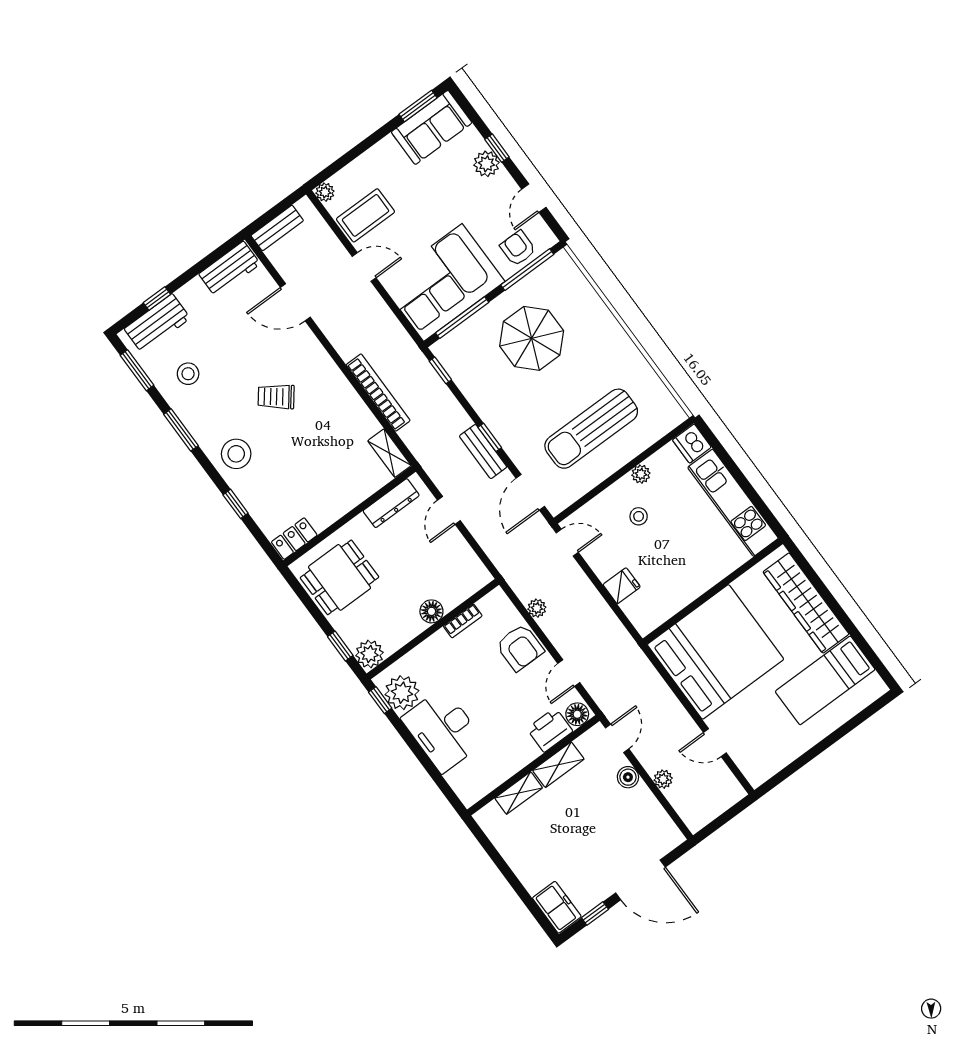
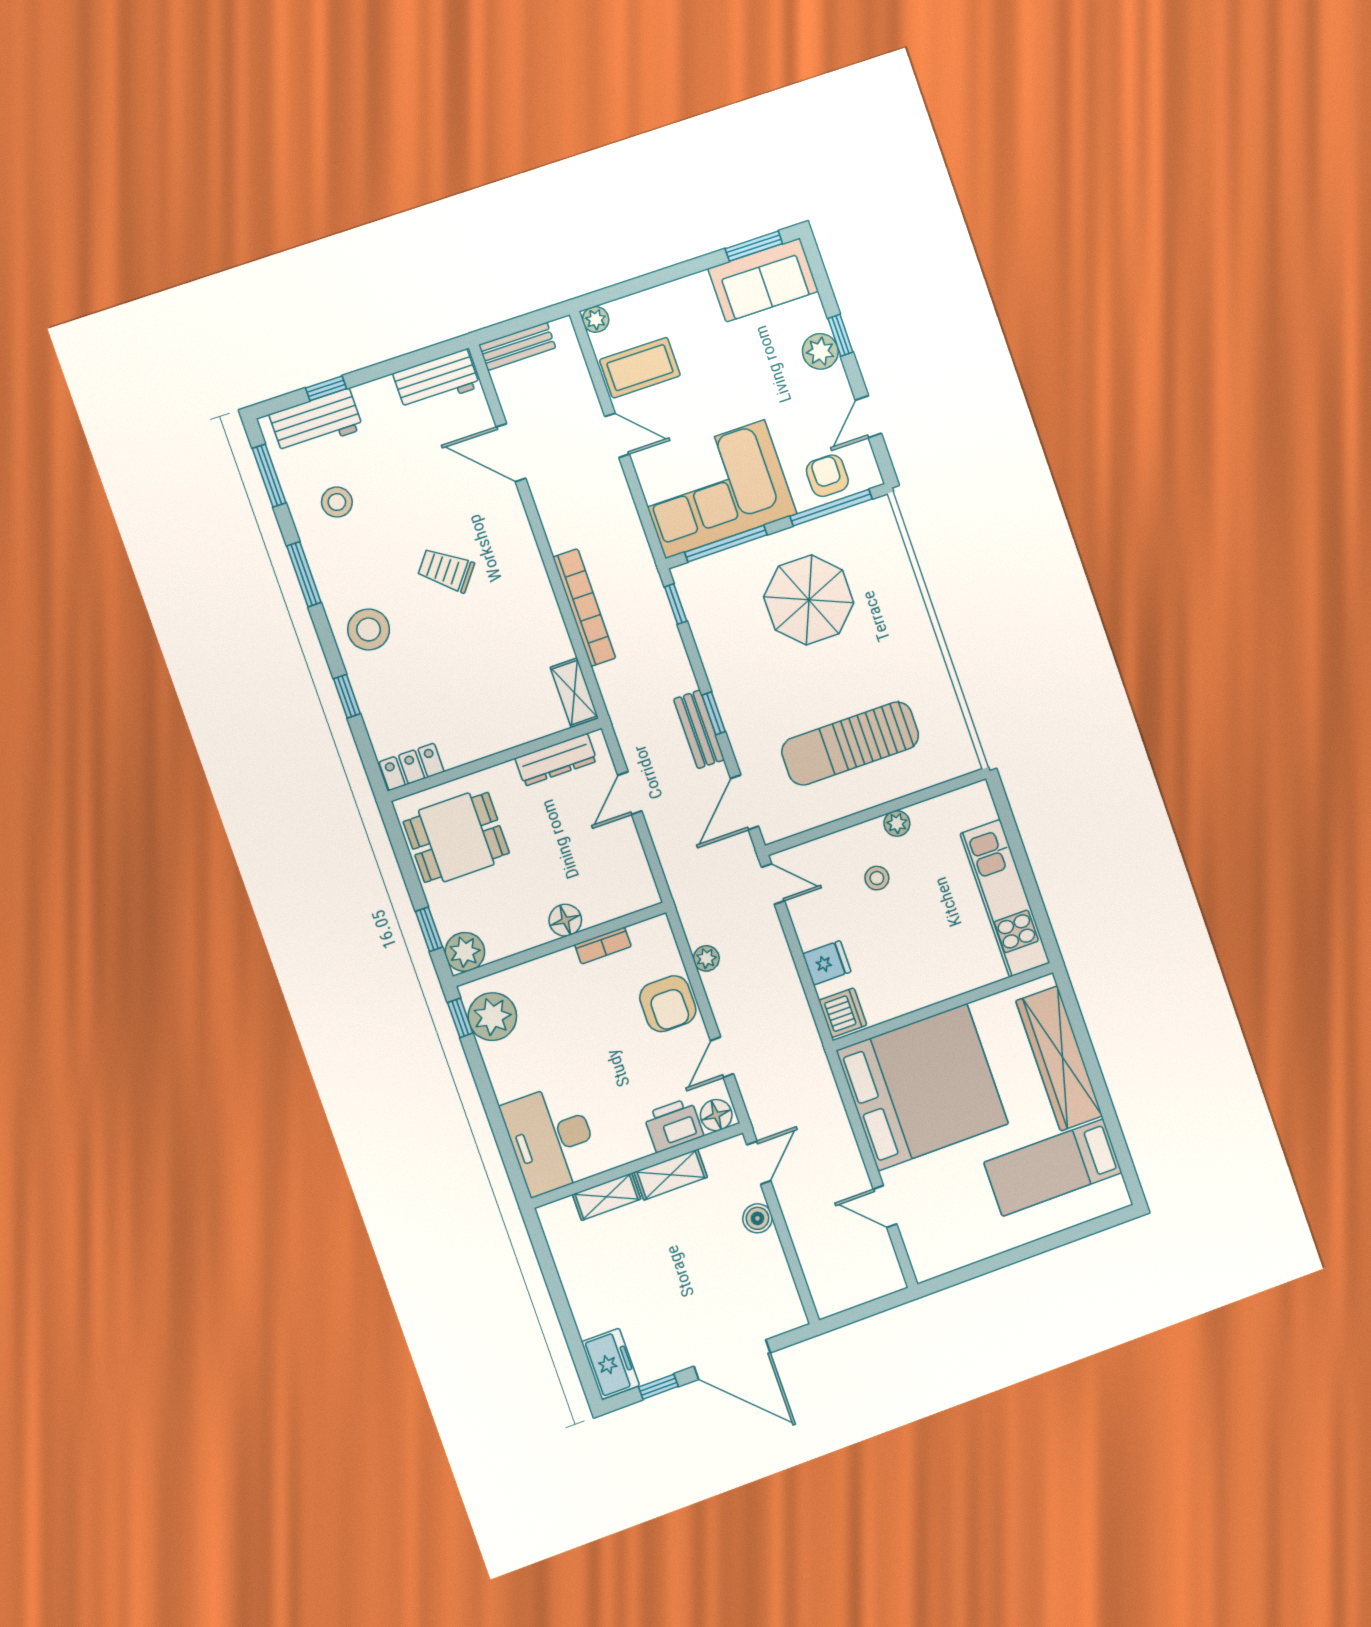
dishwasher: (692, 444) -> (843, 1013), moved, turned 180
desk: (443, 730) -> (551, 1139), moved
plant: (663, 779) -> (803, 1235), removed

